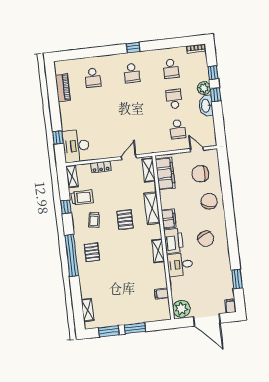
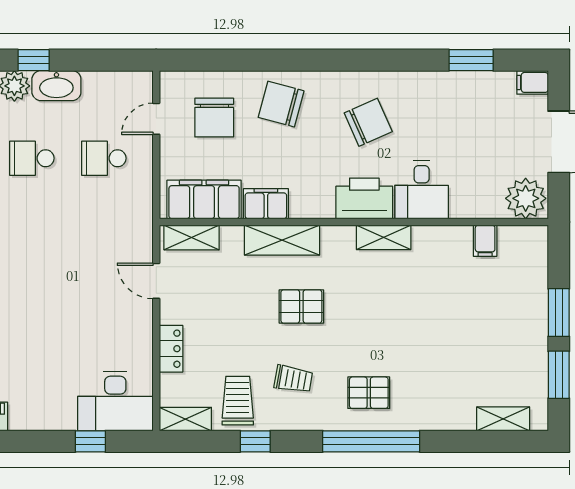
school desk: (178, 129) -> (104, 158), turned 180
filing cabinet: (169, 219) -> (266, 204), moved

